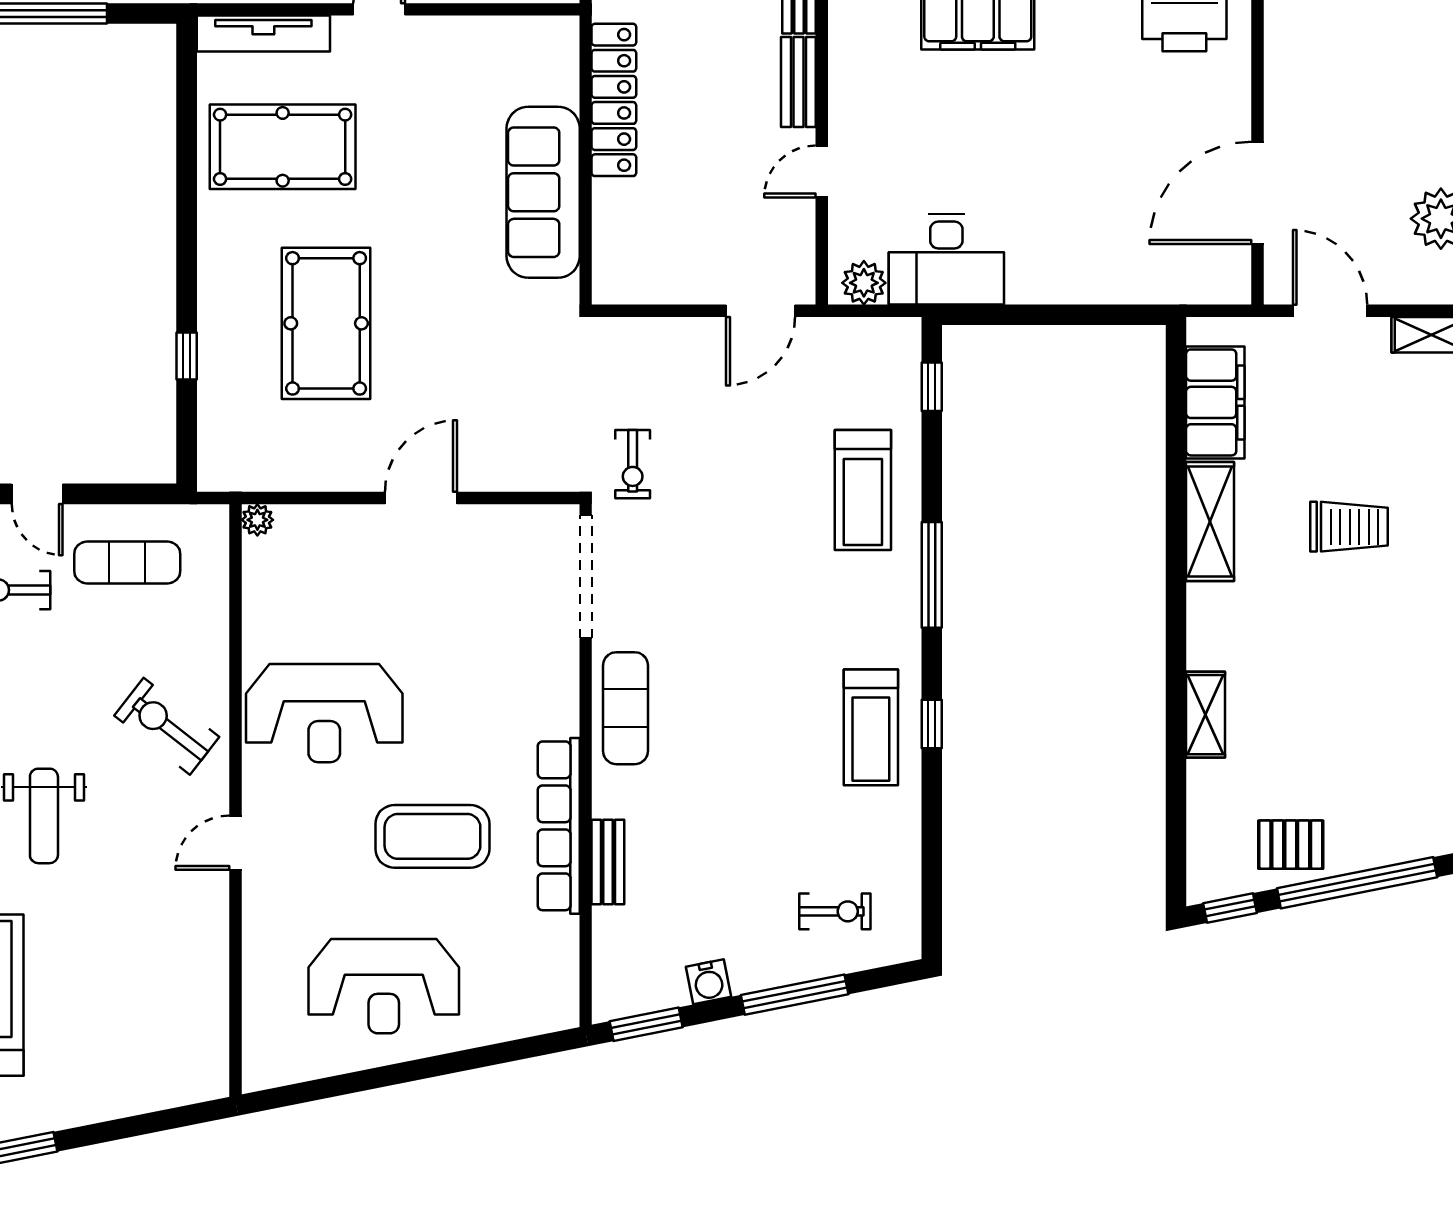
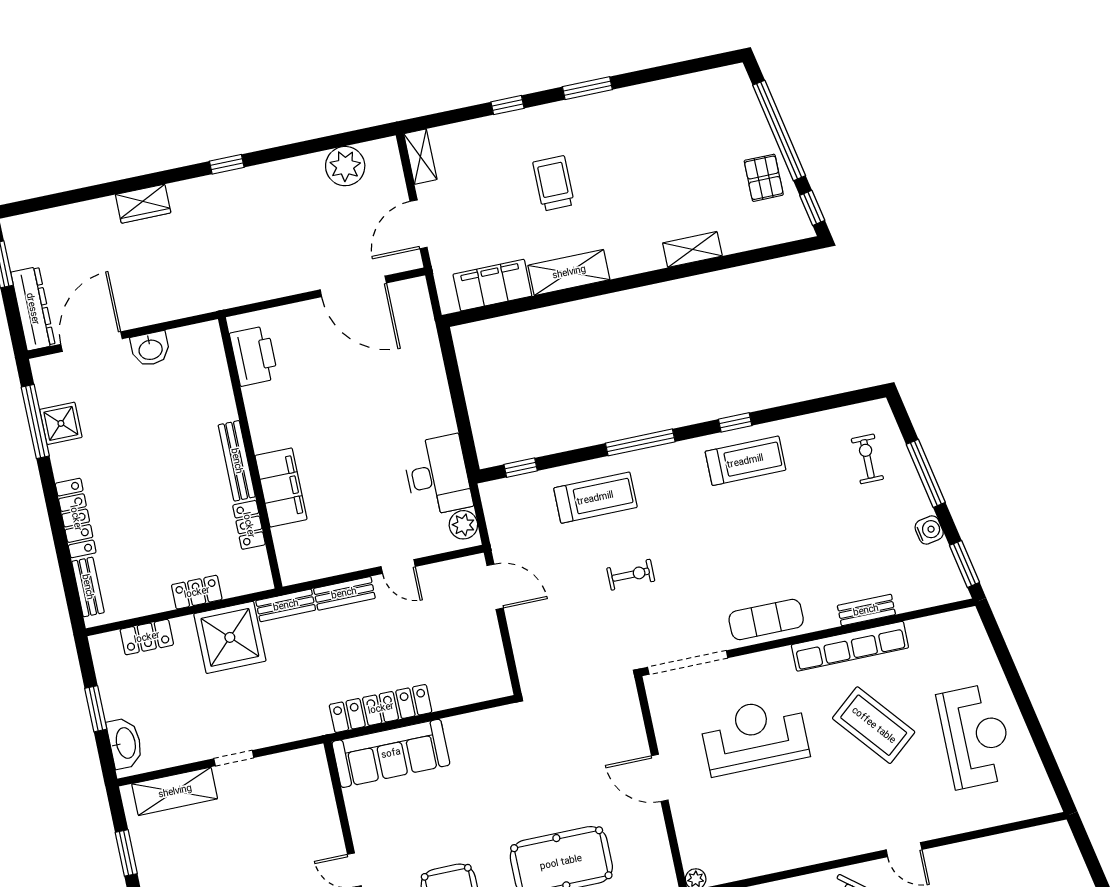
sofa: (543, 192) -> (391, 753), moved
exercise bike: (633, 464) -> (631, 575), moved
reception desk: (324, 713) -> (754, 736), moved, turned -90
coffee table: (432, 836) -> (874, 725), turned -40

